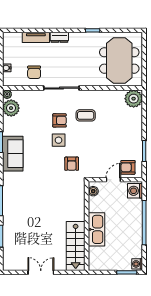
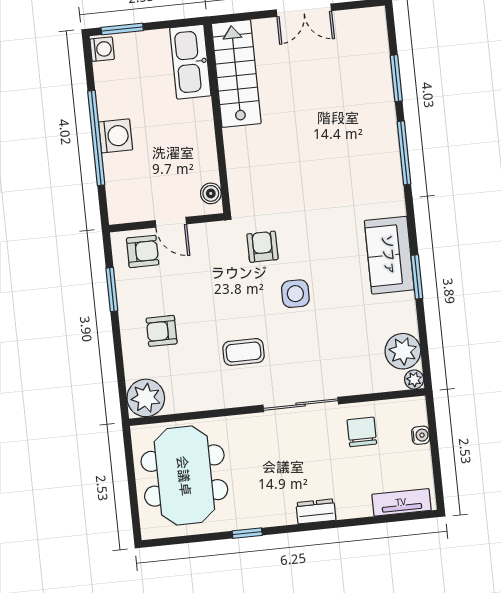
tv unit: (36, 37) -> (401, 502), moved
armchair: (59, 120) -> (162, 331), moved
door: (113, 180) -> (171, 222), hinge flipped
washing machine: (135, 191) -> (116, 136), moved
kitchen sink: (96, 229) -> (190, 62), moved

